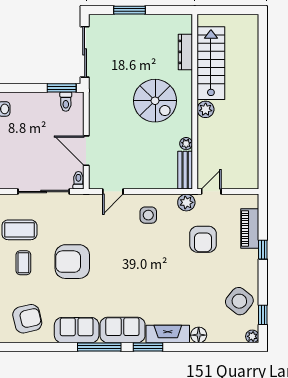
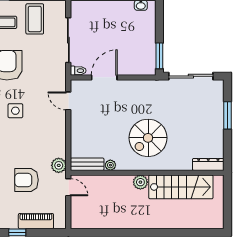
dresser: (185, 52) -> (208, 164), moved
toilet: (66, 102) -> (147, 60), removed
side table: (148, 215) -> (15, 111), moved

